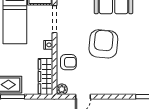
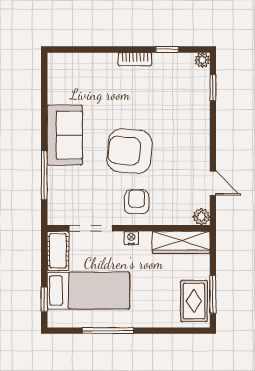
armchair: (68, 62) -> (137, 202), moved

